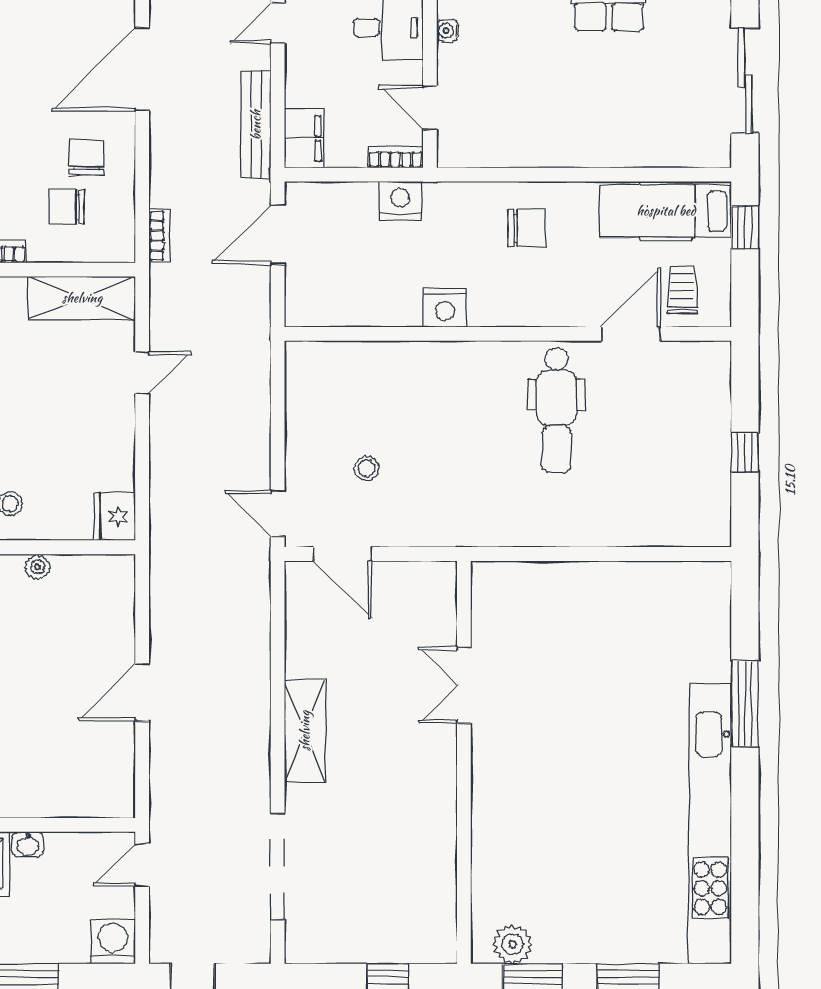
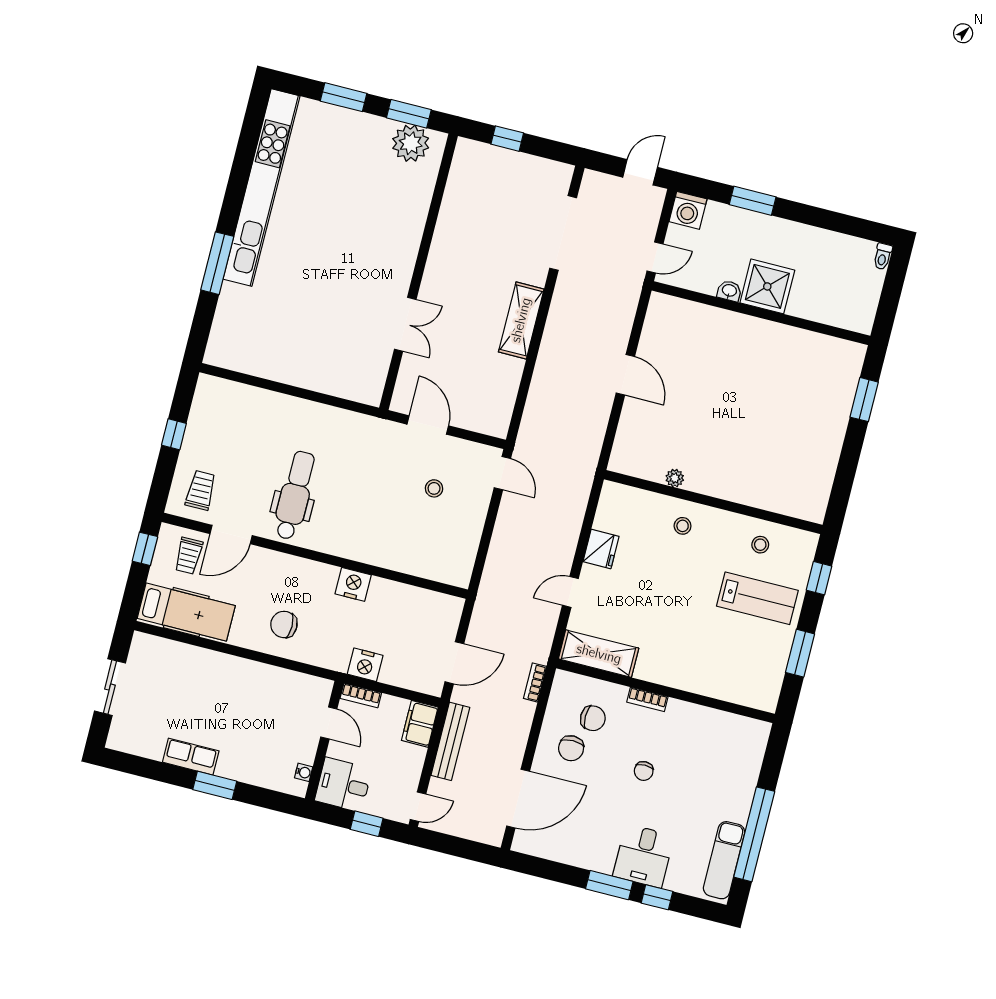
sliding door: (745, 81) -> (110, 687), width x0.73
window: (745, 227) -> (145, 549), moved
trolley: (688, 384) -> (201, 490), added
fridge: (115, 517) -> (601, 549), moved
door: (342, 554) -> (428, 425), moved
door: (142, 692) -> (625, 375), hinge flipped
plant: (513, 944) -> (411, 143), width x1.36, depth x1.36

